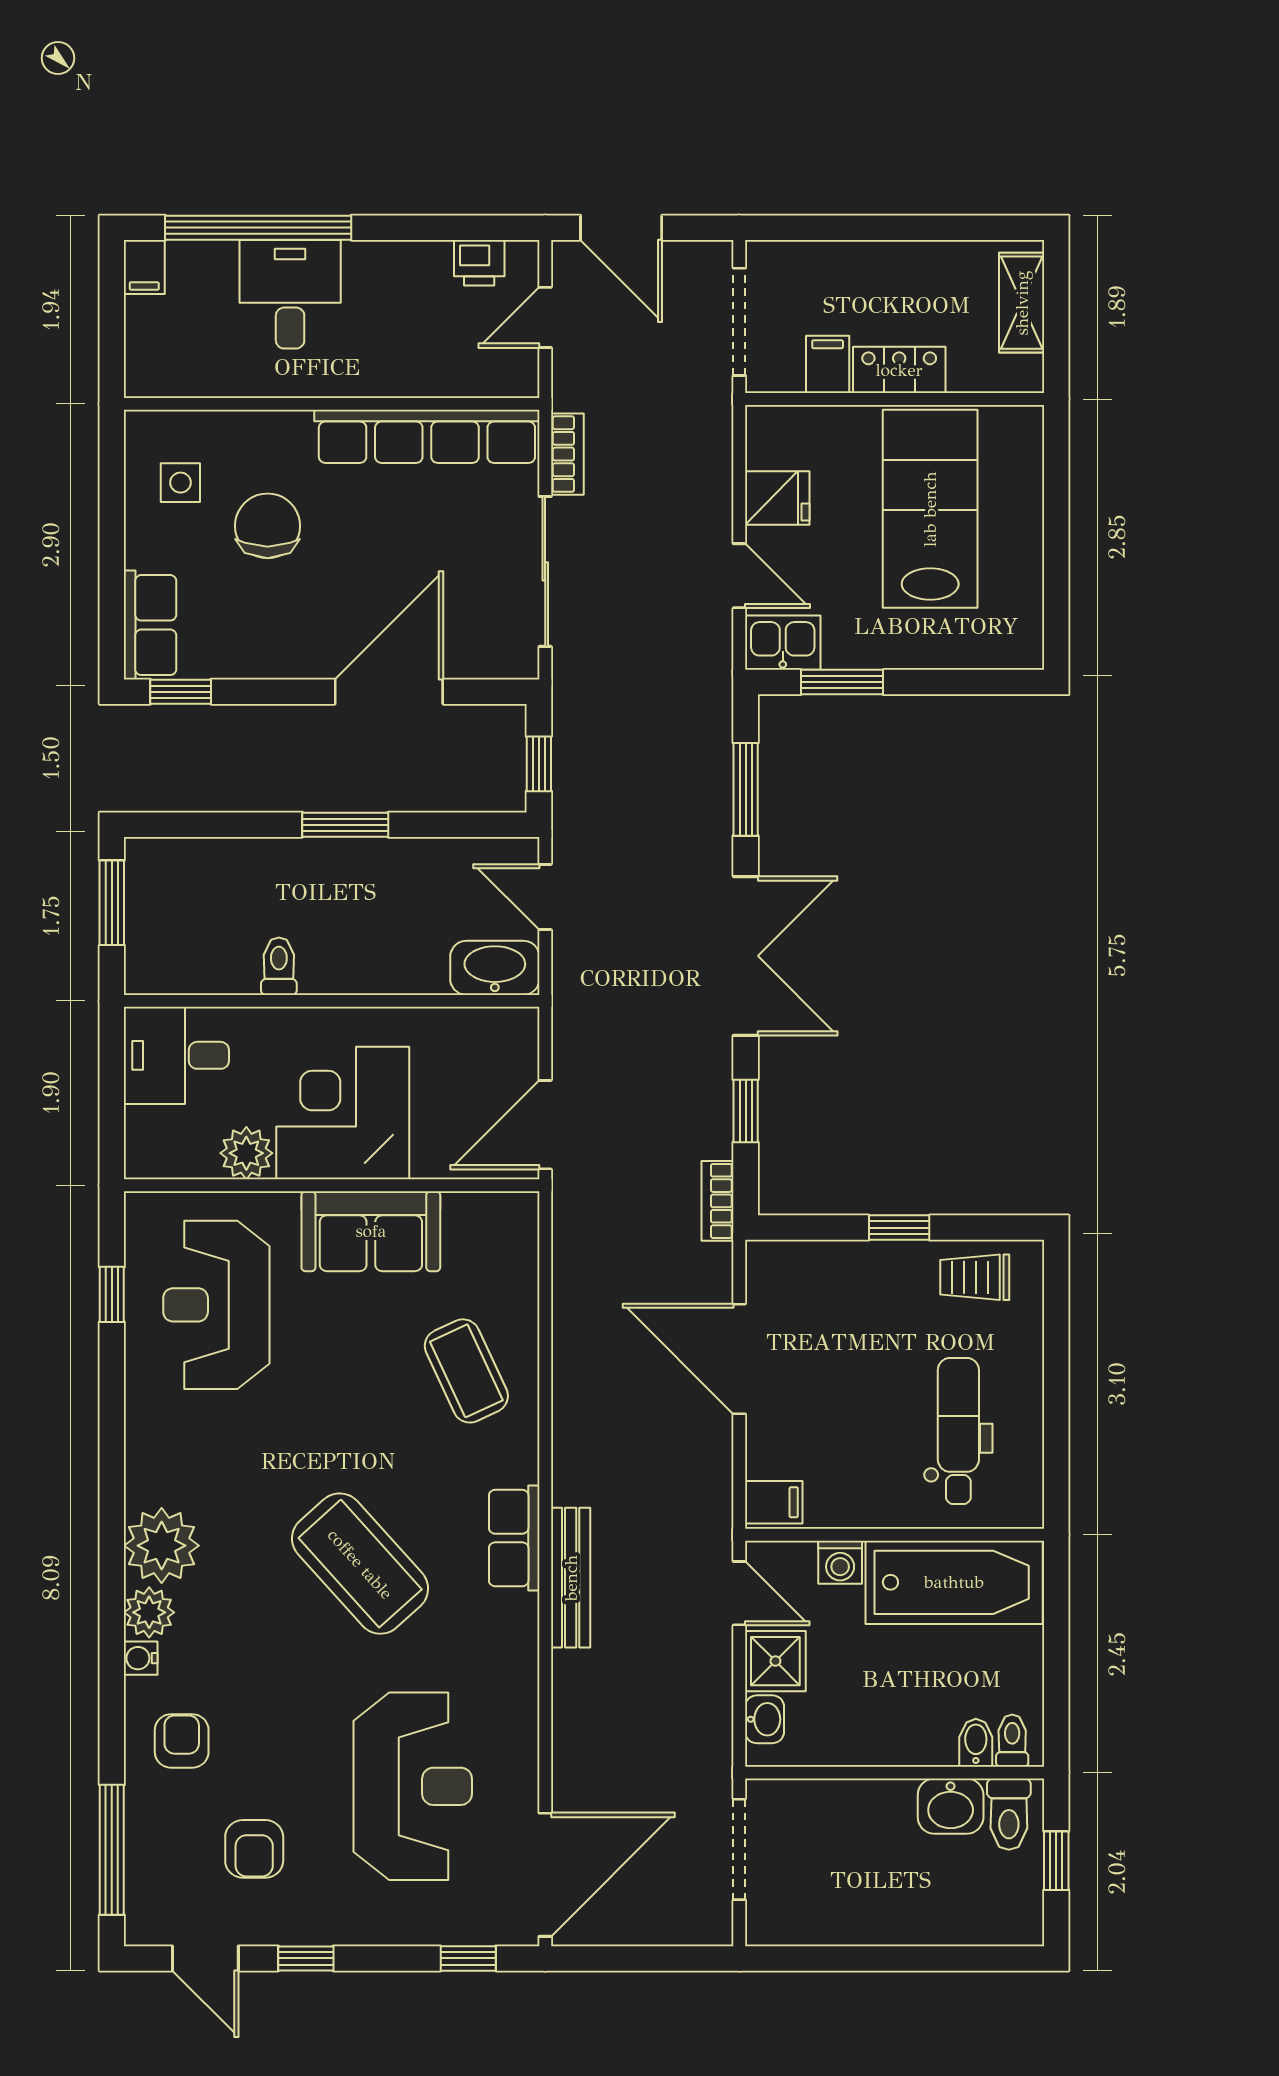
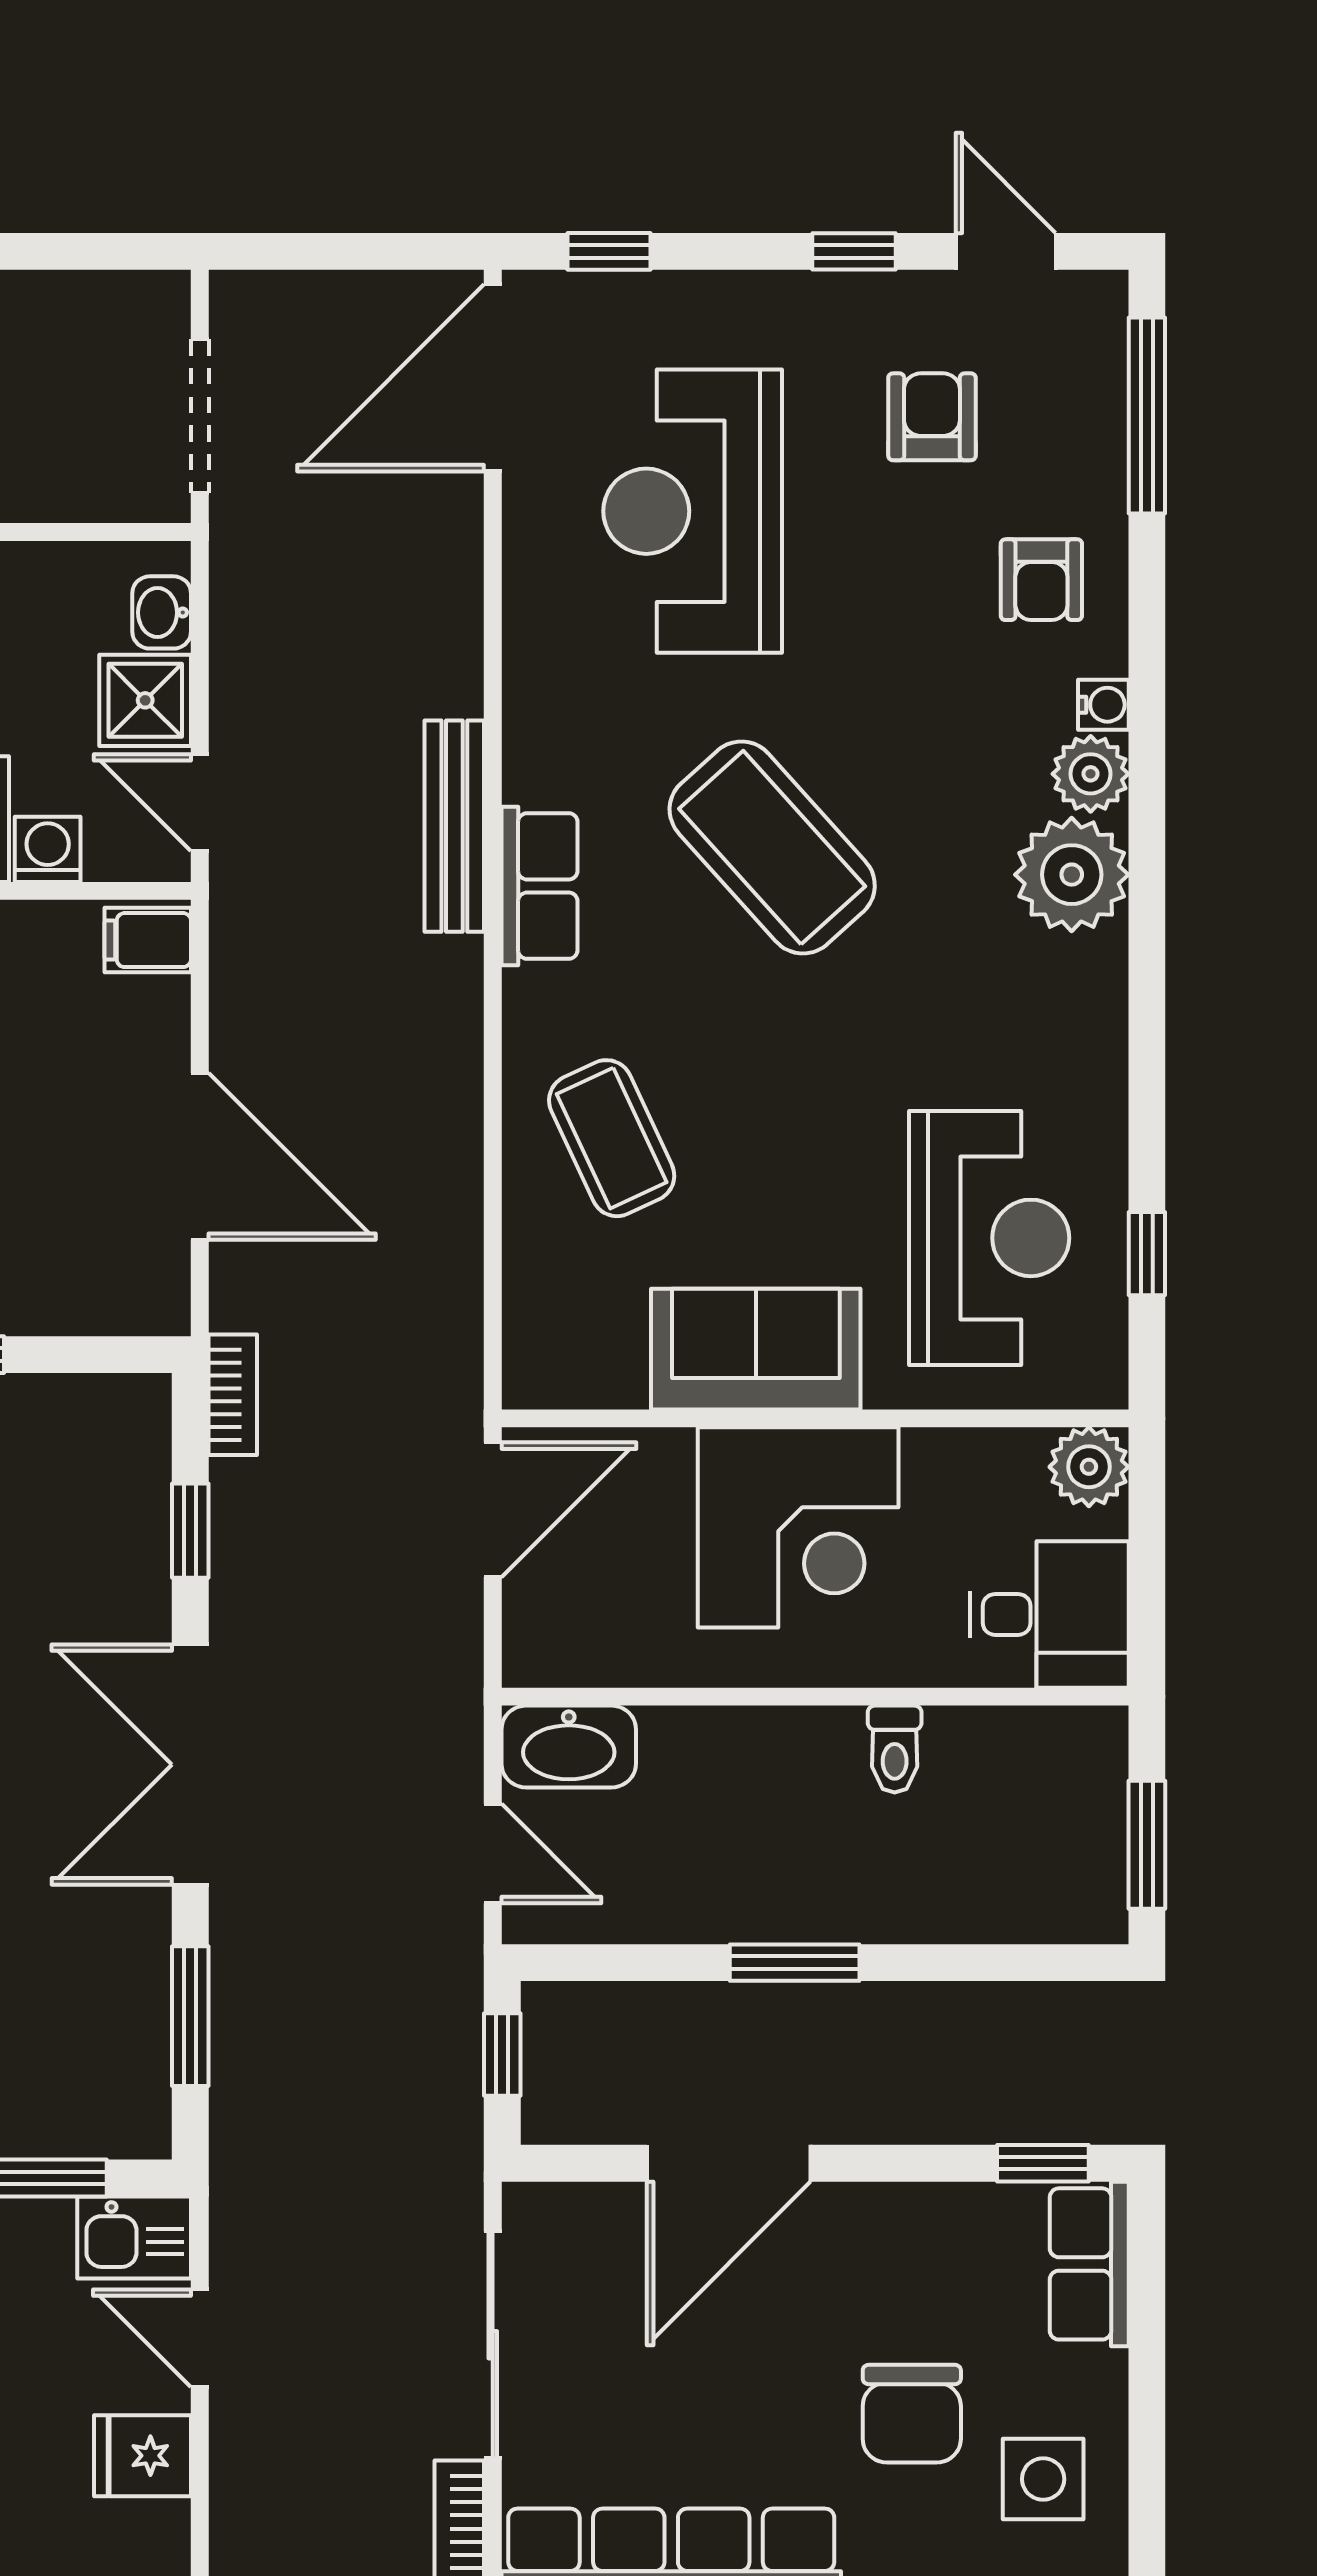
side table: (180, 483) -> (1043, 2479), width x1.37, depth x1.37
plant: (246, 1153) -> (1089, 1467), moved

